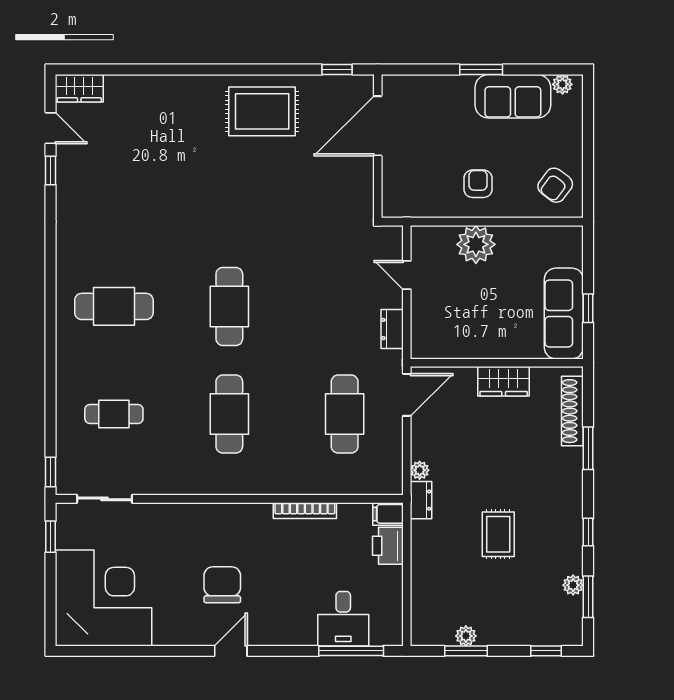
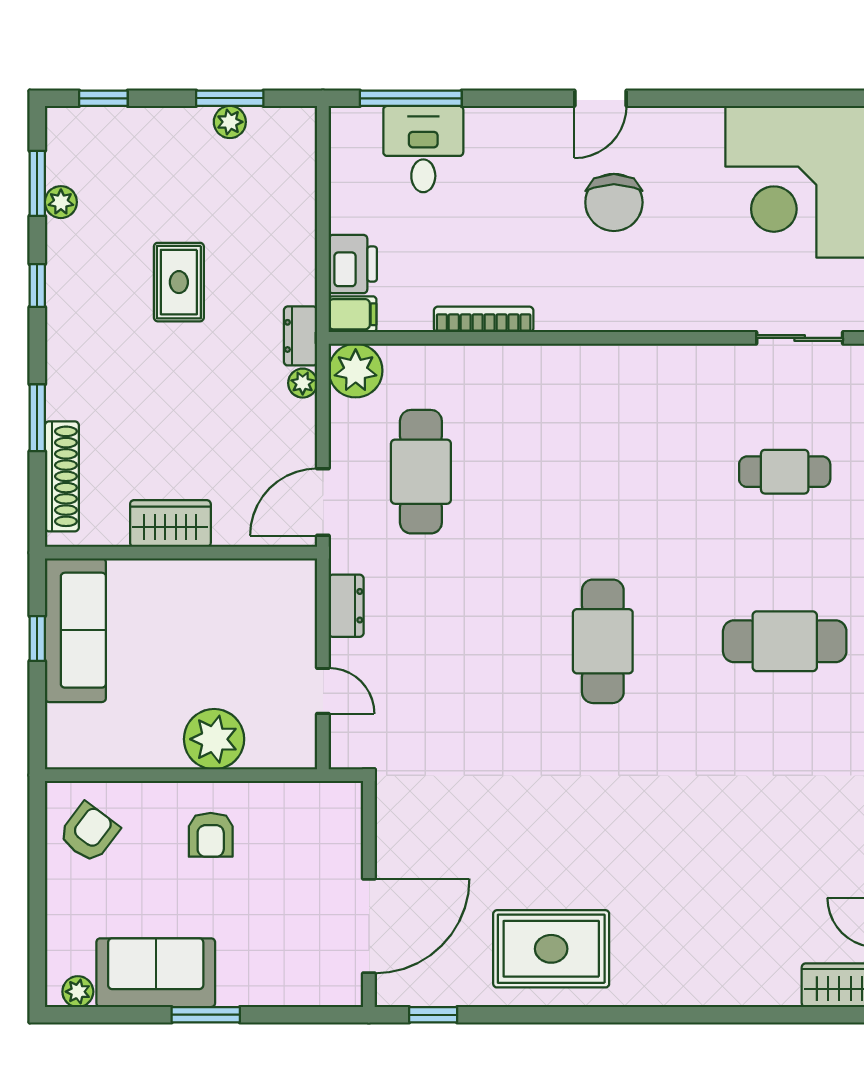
cafe table: (229, 414) -> (603, 472), removed
plant: (386, 478) -> (356, 371), added

